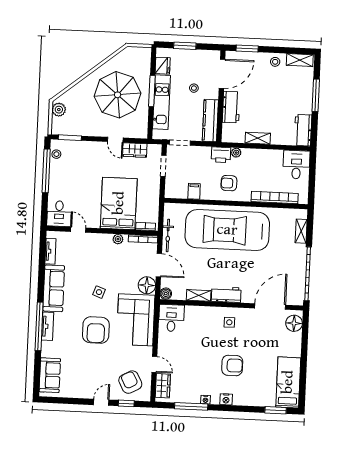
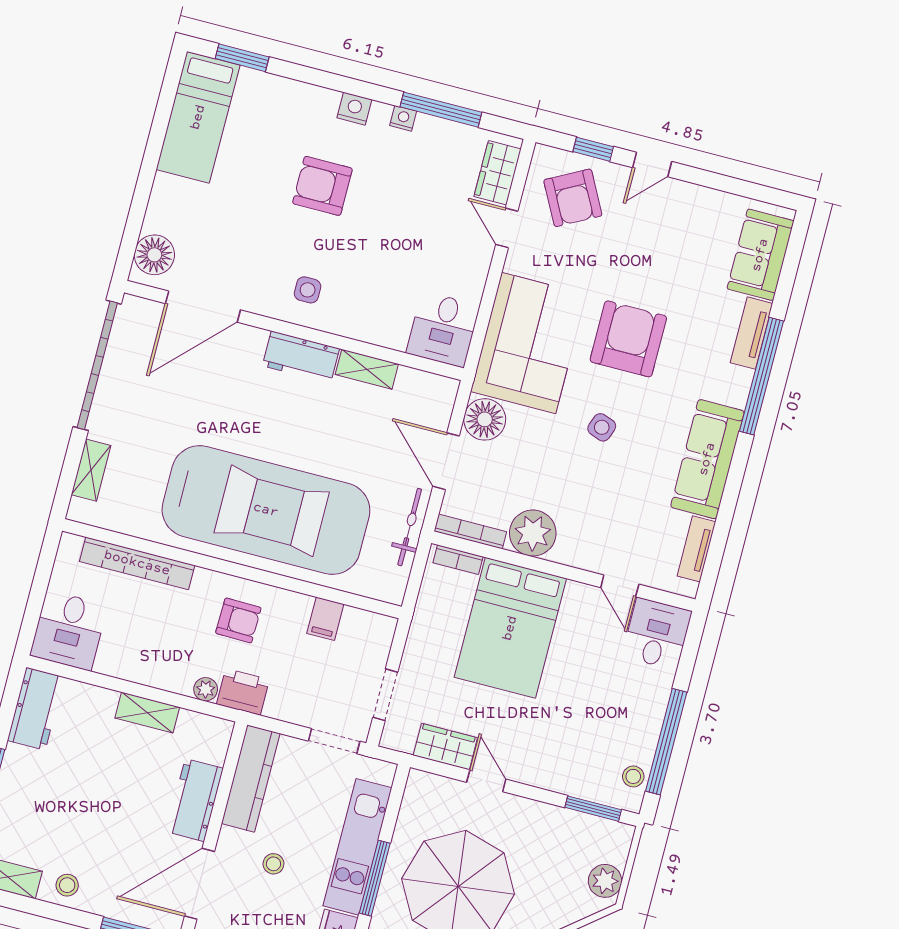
plant: (118, 239) -> (533, 533), width x1.87, depth x1.87
boiler: (166, 294) -> (444, 390), removed
tv unit: (48, 326) -> (751, 333), moved

